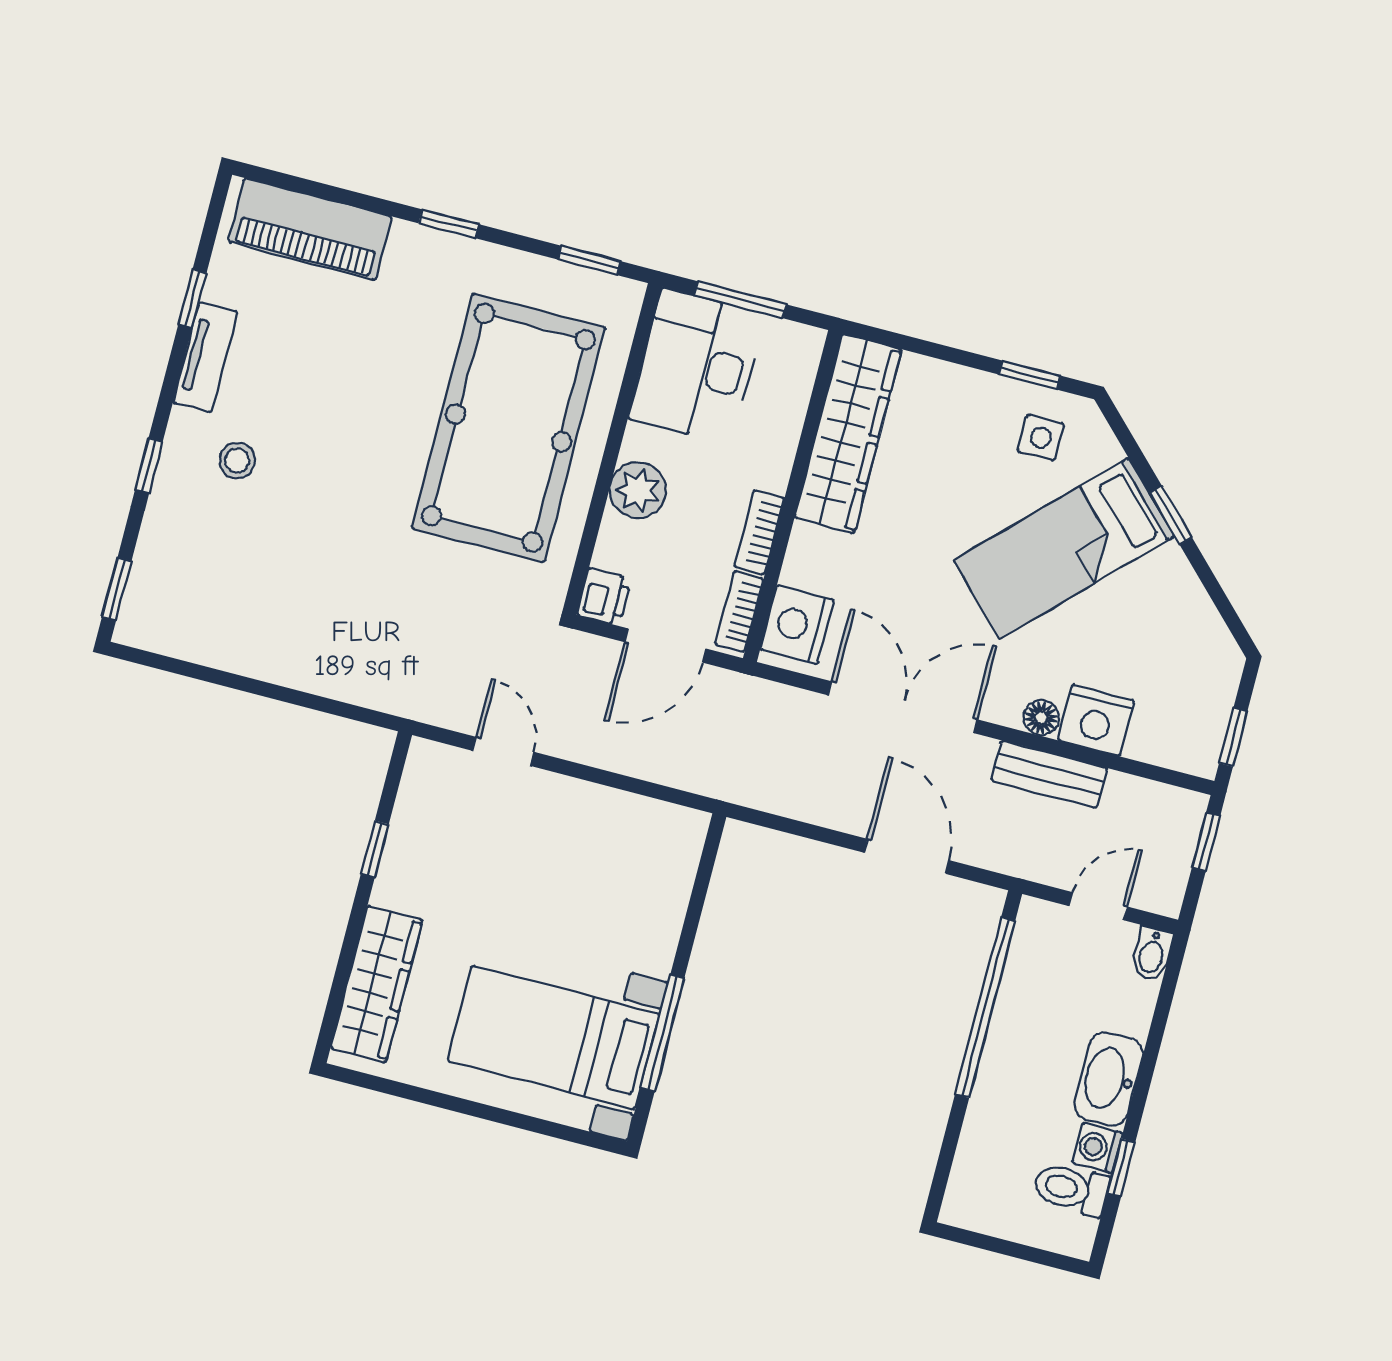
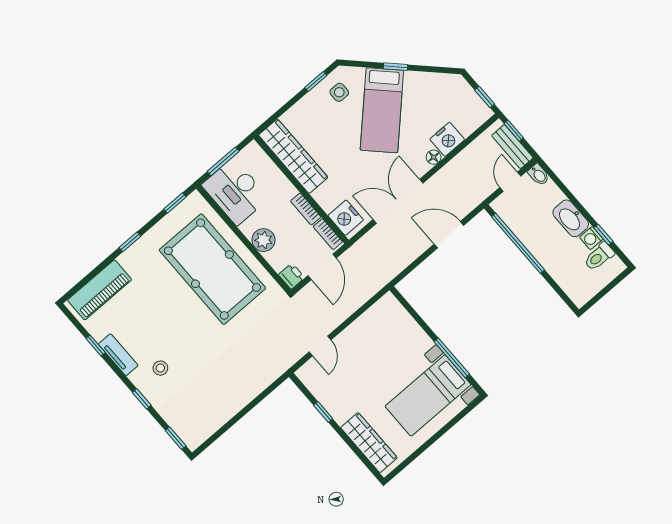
door: (503, 751) -> (320, 346), swing flipped
bench: (1049, 774) -> (512, 147), moved, turned 90

